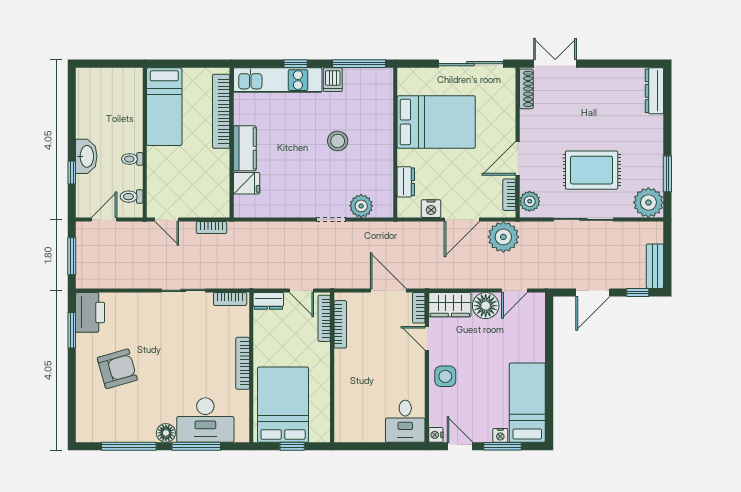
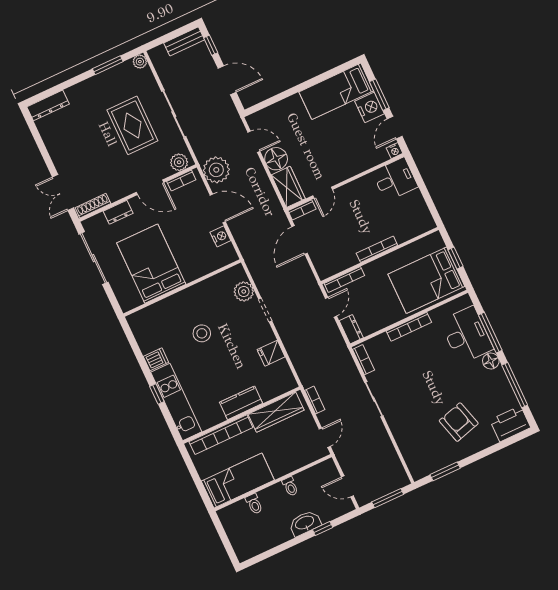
window: (359, 64) -> (134, 345), removed
wardrobe: (218, 181) -> (276, 412), added
dresser: (406, 182) -> (118, 212), moved, turned 180
fridge: (247, 183) -> (271, 353), moved, turned -90
toilet: (132, 197) -> (254, 504), moved
plant: (648, 202) -> (140, 62), width x0.53, depth x0.53
printer: (90, 312) -> (510, 424), moved
bookcase: (340, 324) -> (377, 249), moved
side table: (445, 376) -> (346, 164), removed
nightstand: (500, 435) -> (370, 107), width x1.89, depth x1.79

